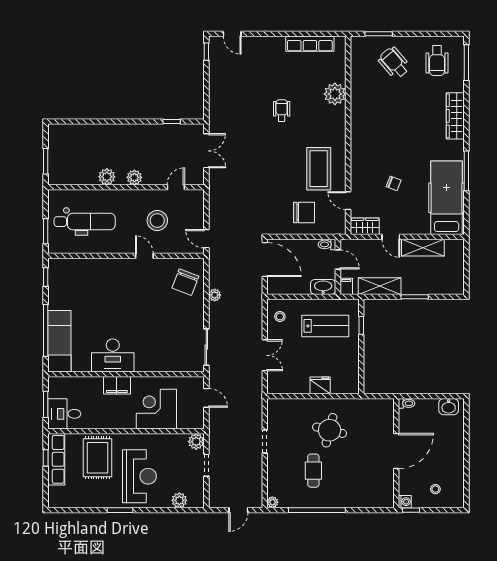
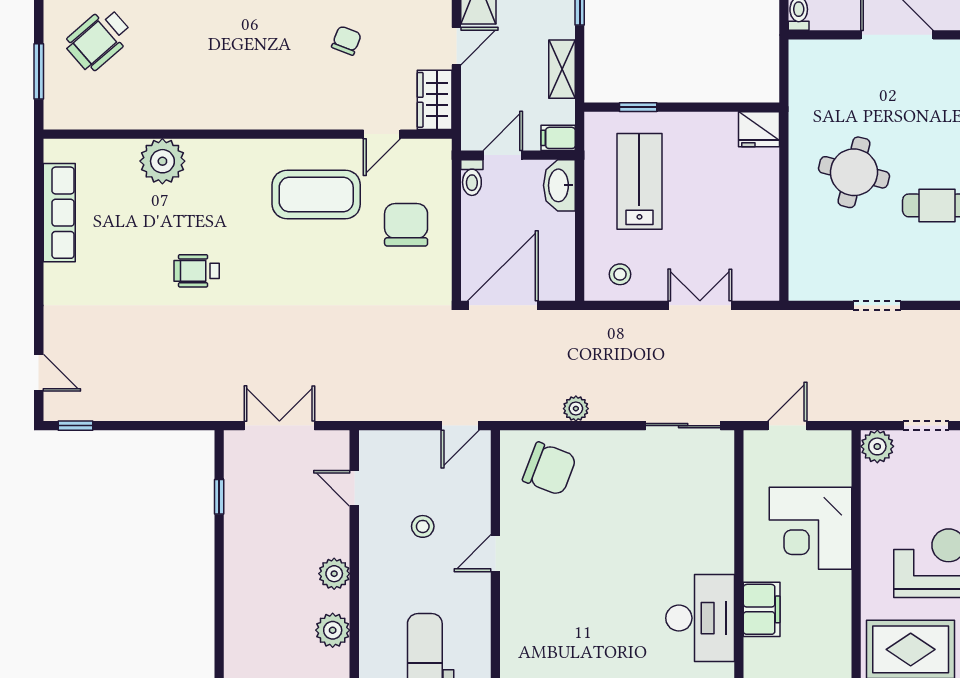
door: (232, 34) -> (39, 373), hinge flipped
stool: (157, 221) -> (423, 526), width x0.53, depth x0.53
shelving: (380, 286) -> (562, 69), width x0.67, depth x0.75
fridge: (320, 385) -> (759, 129), moved, turned -90

